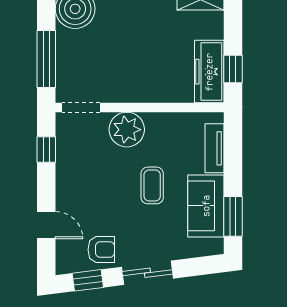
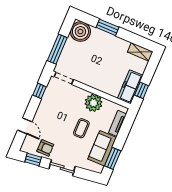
plant: (127, 130) -> (93, 103), moved

